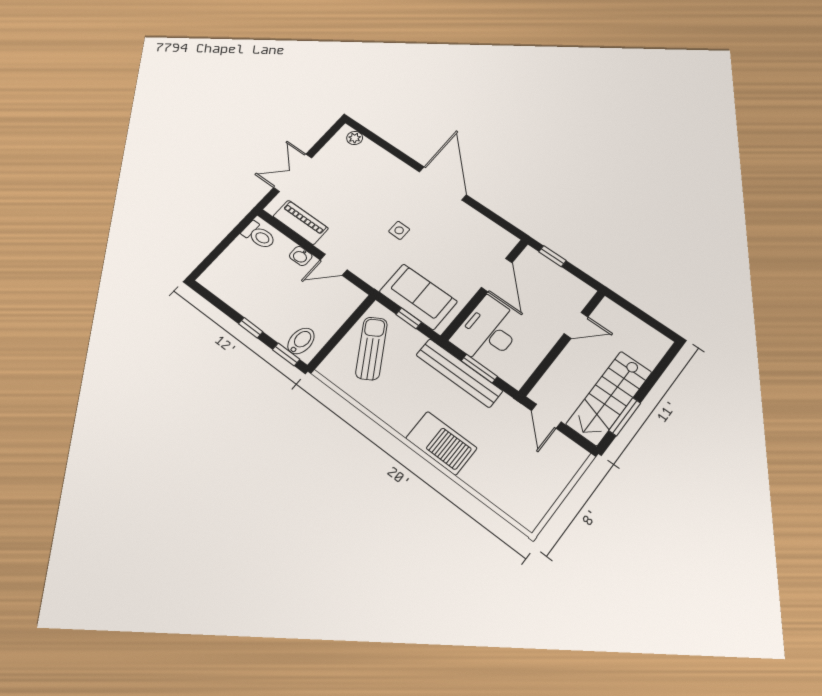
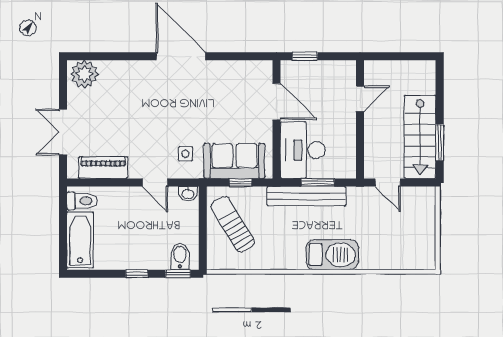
plant: (355, 138) -> (84, 74), width x1.87, depth x1.87
side table: (399, 230) -> (185, 154), moved
washbasin: (301, 256) -> (188, 194), moved
bathtub: (229, 265) -> (80, 240), added
door: (334, 265) -> (155, 182), hinge flipped

